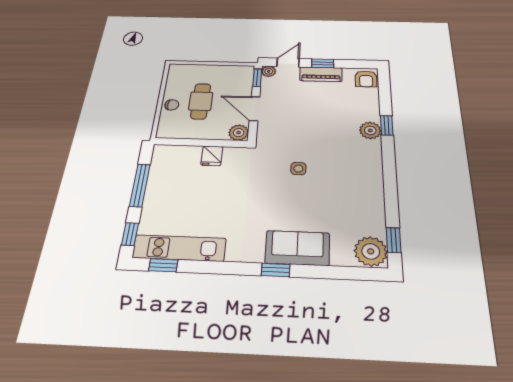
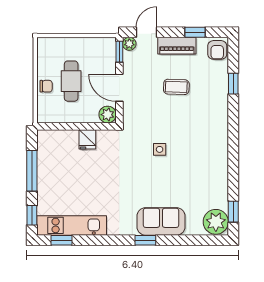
window: (323, 63) -> (195, 32), moved
coffee table: (320, 110) -> (176, 87), added
window: (387, 125) -> (233, 84), moved
plant: (370, 130) -> (219, 108), removed

